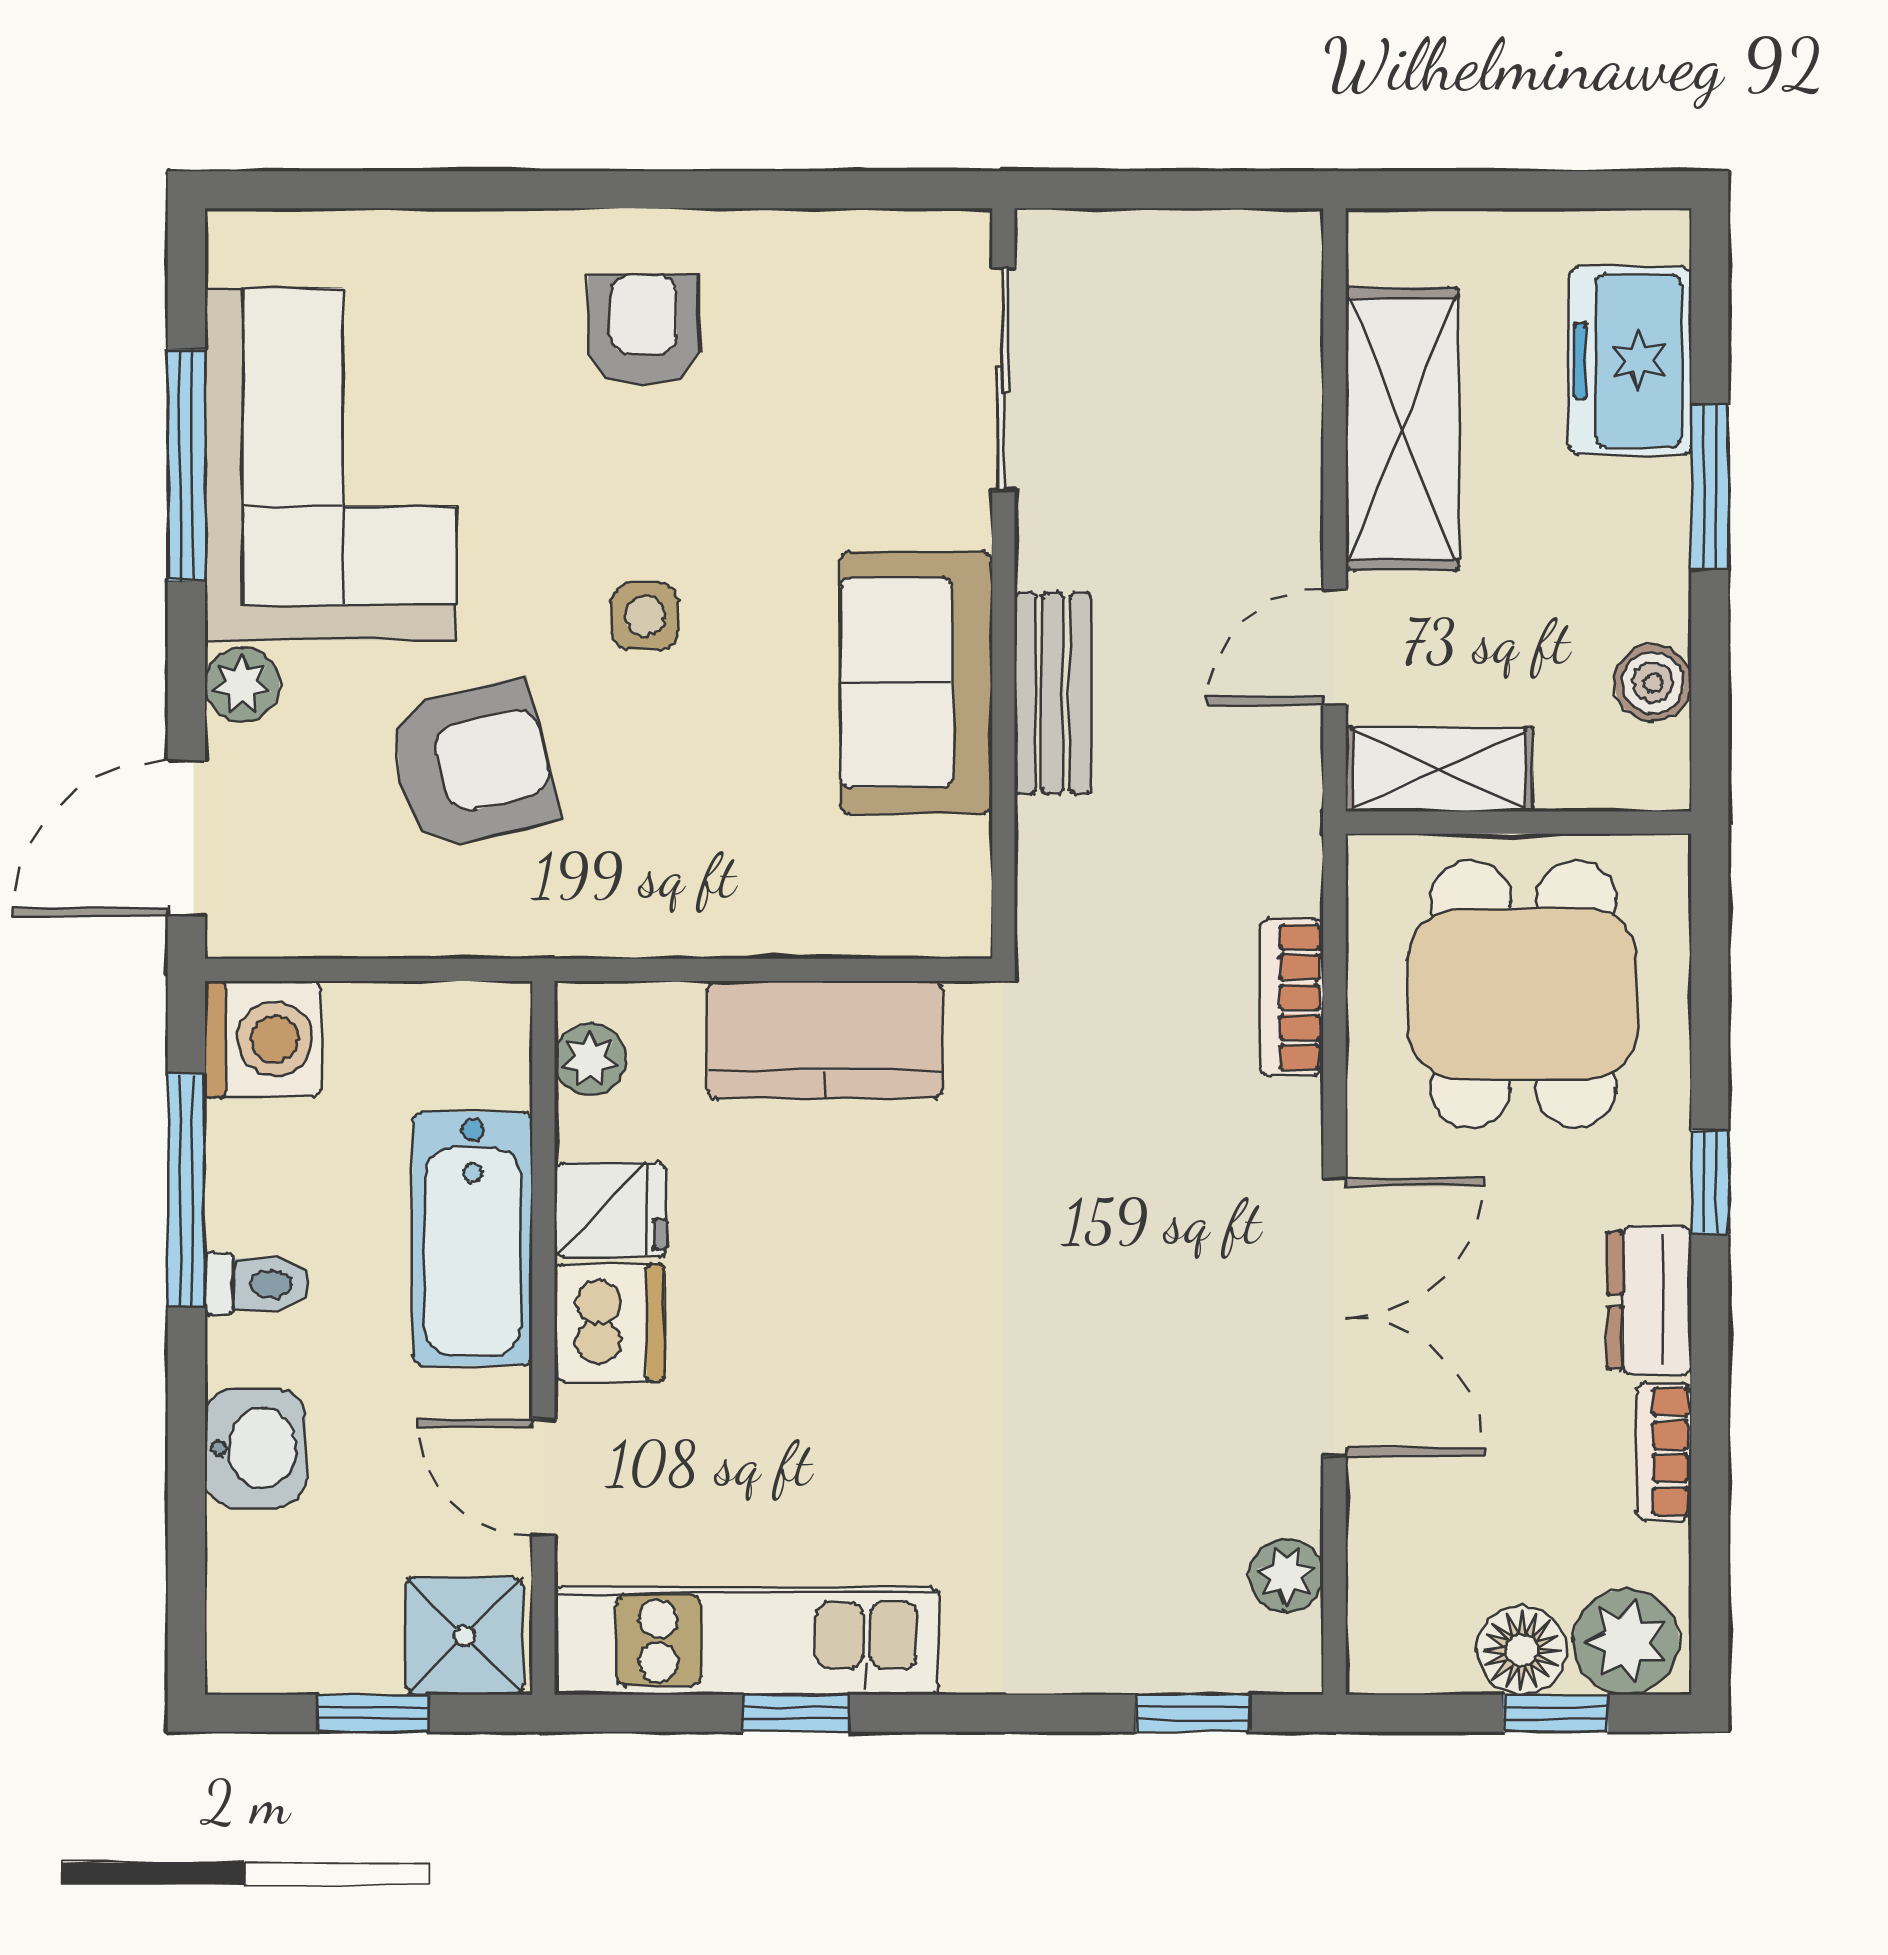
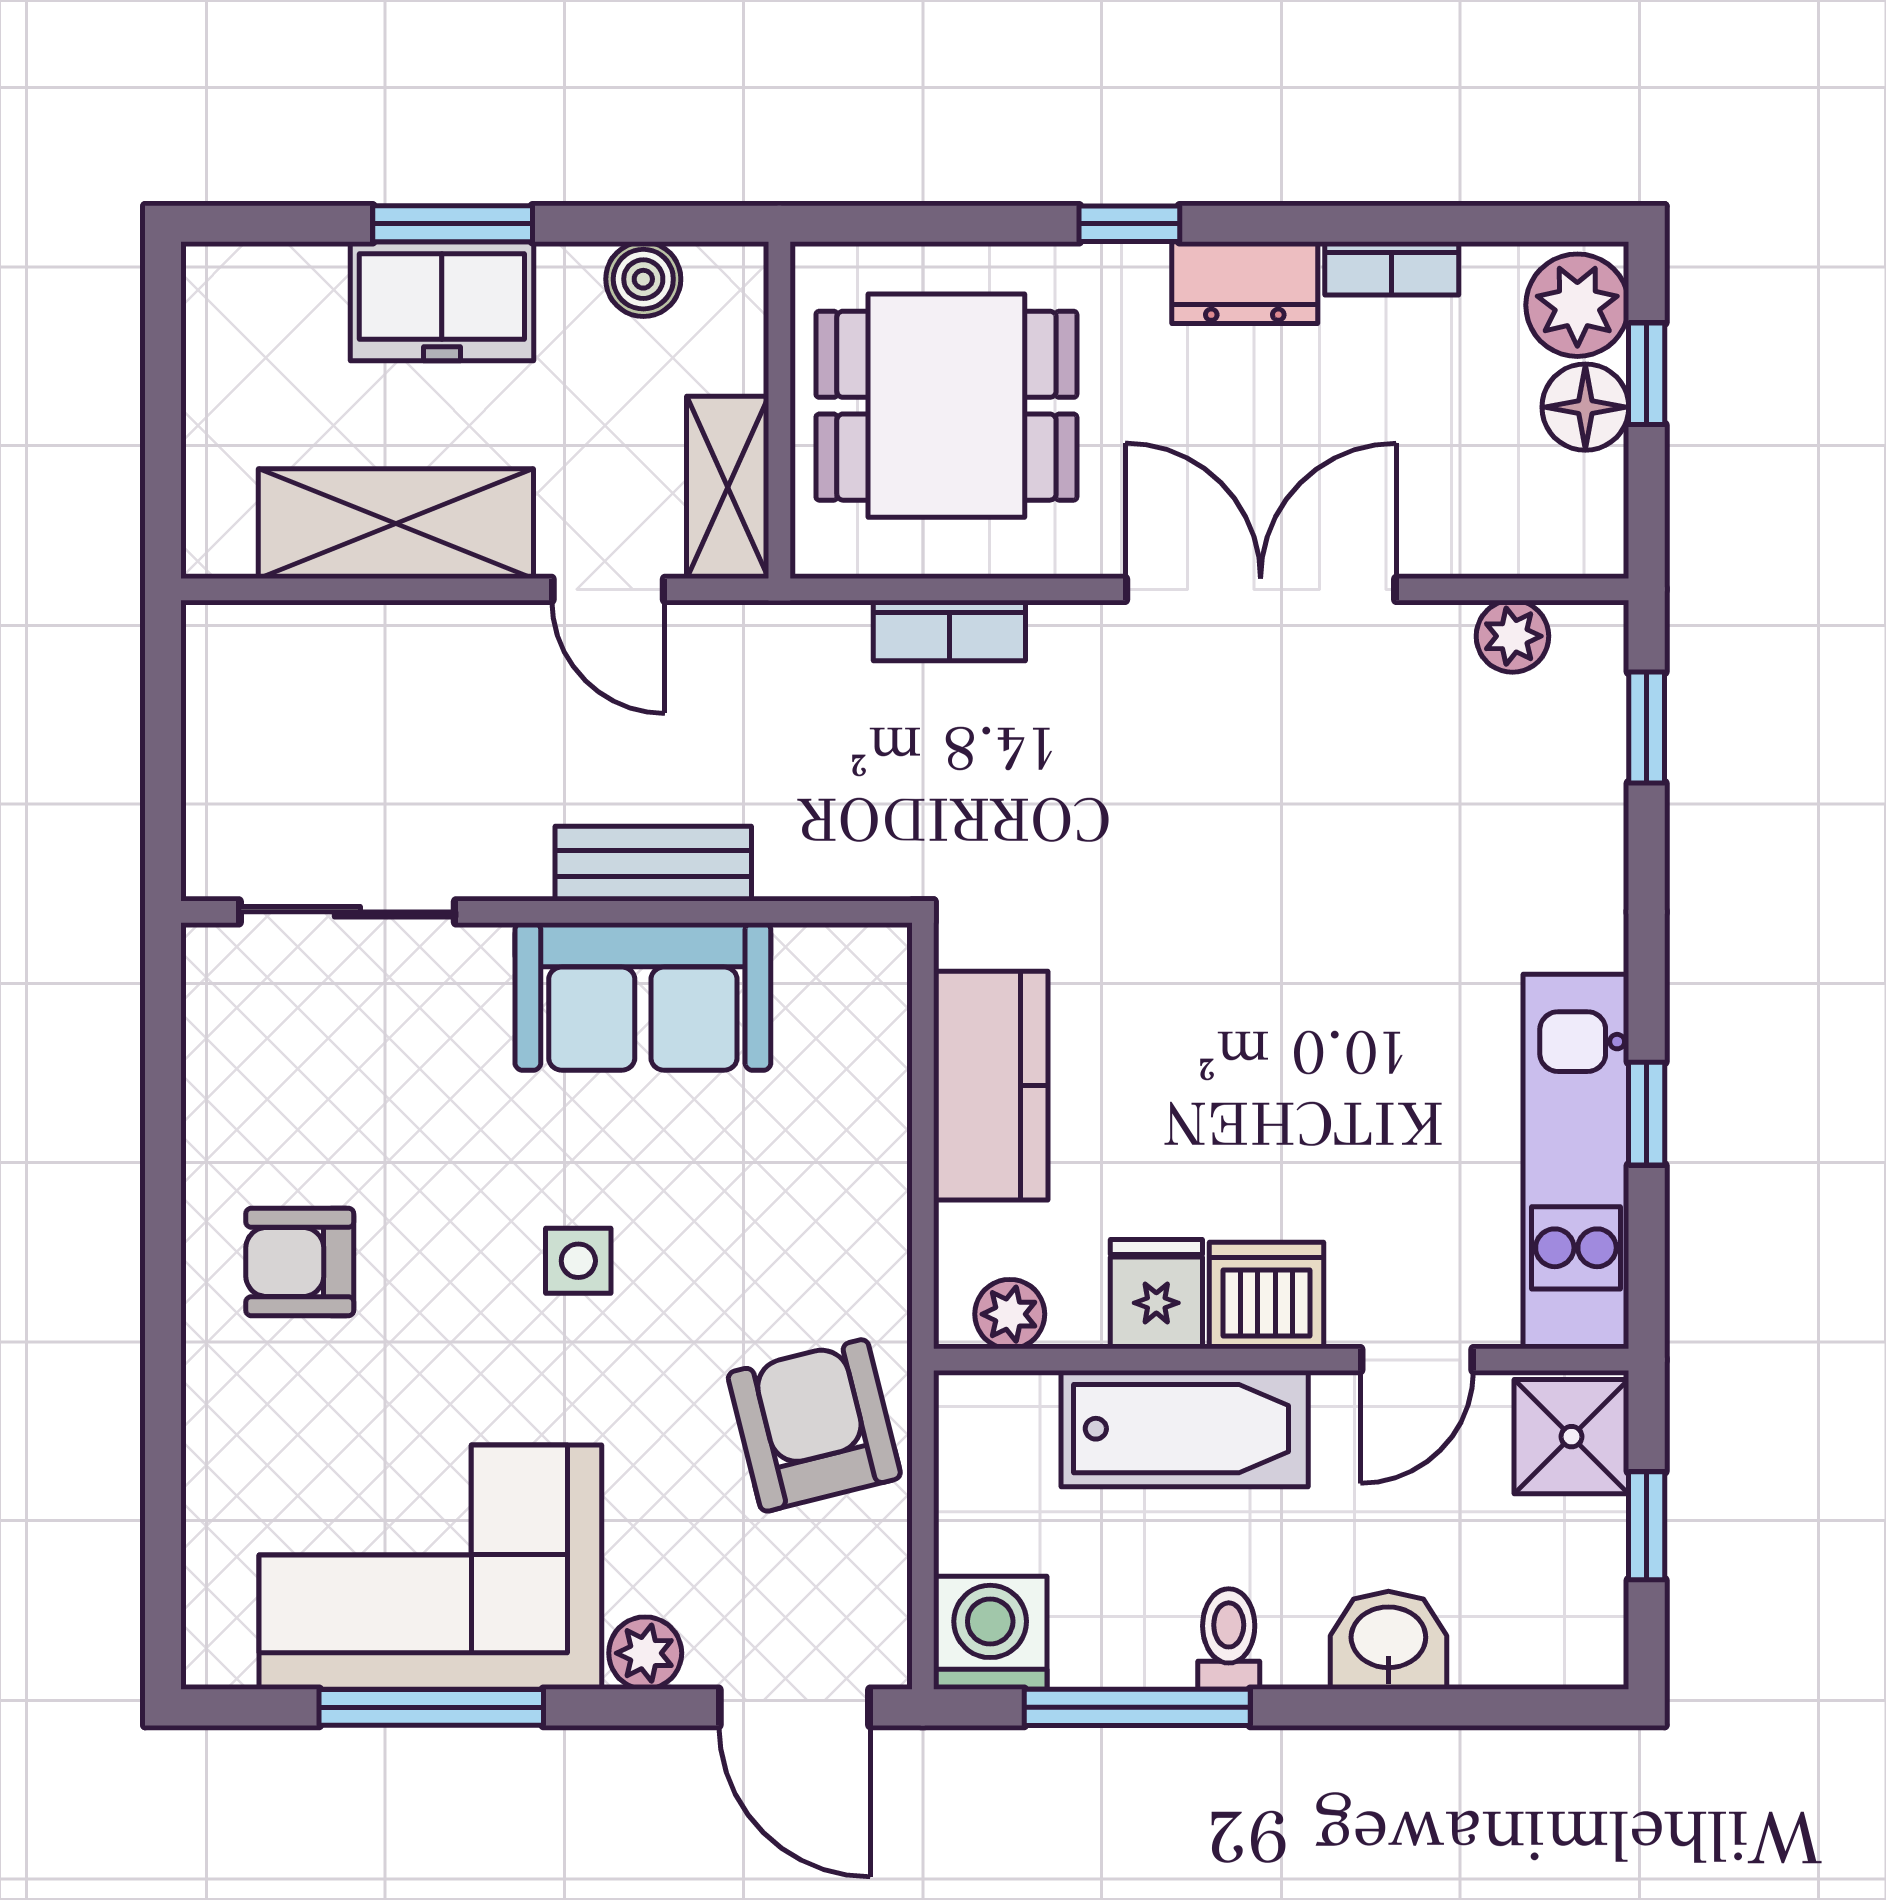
freezer: (1630, 361) -> (442, 301), moved
armchair: (472, 765) -> (814, 1425), moved

